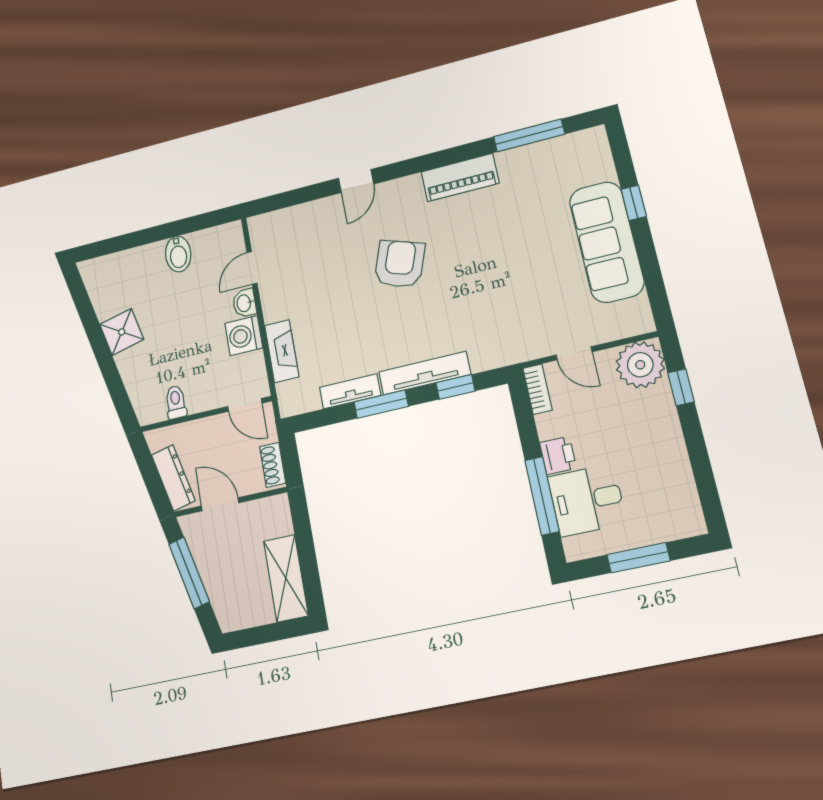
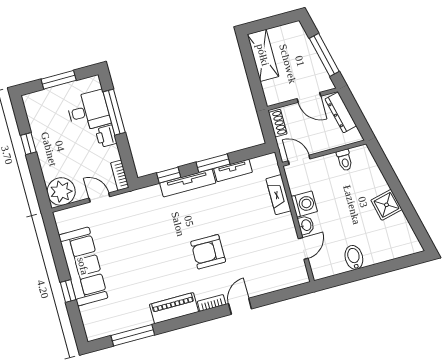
bookcase: (400, 186) -> (212, 303), added
armchair: (400, 264) -> (208, 252), turned 71
window: (681, 387) -> (28, 144), moved

